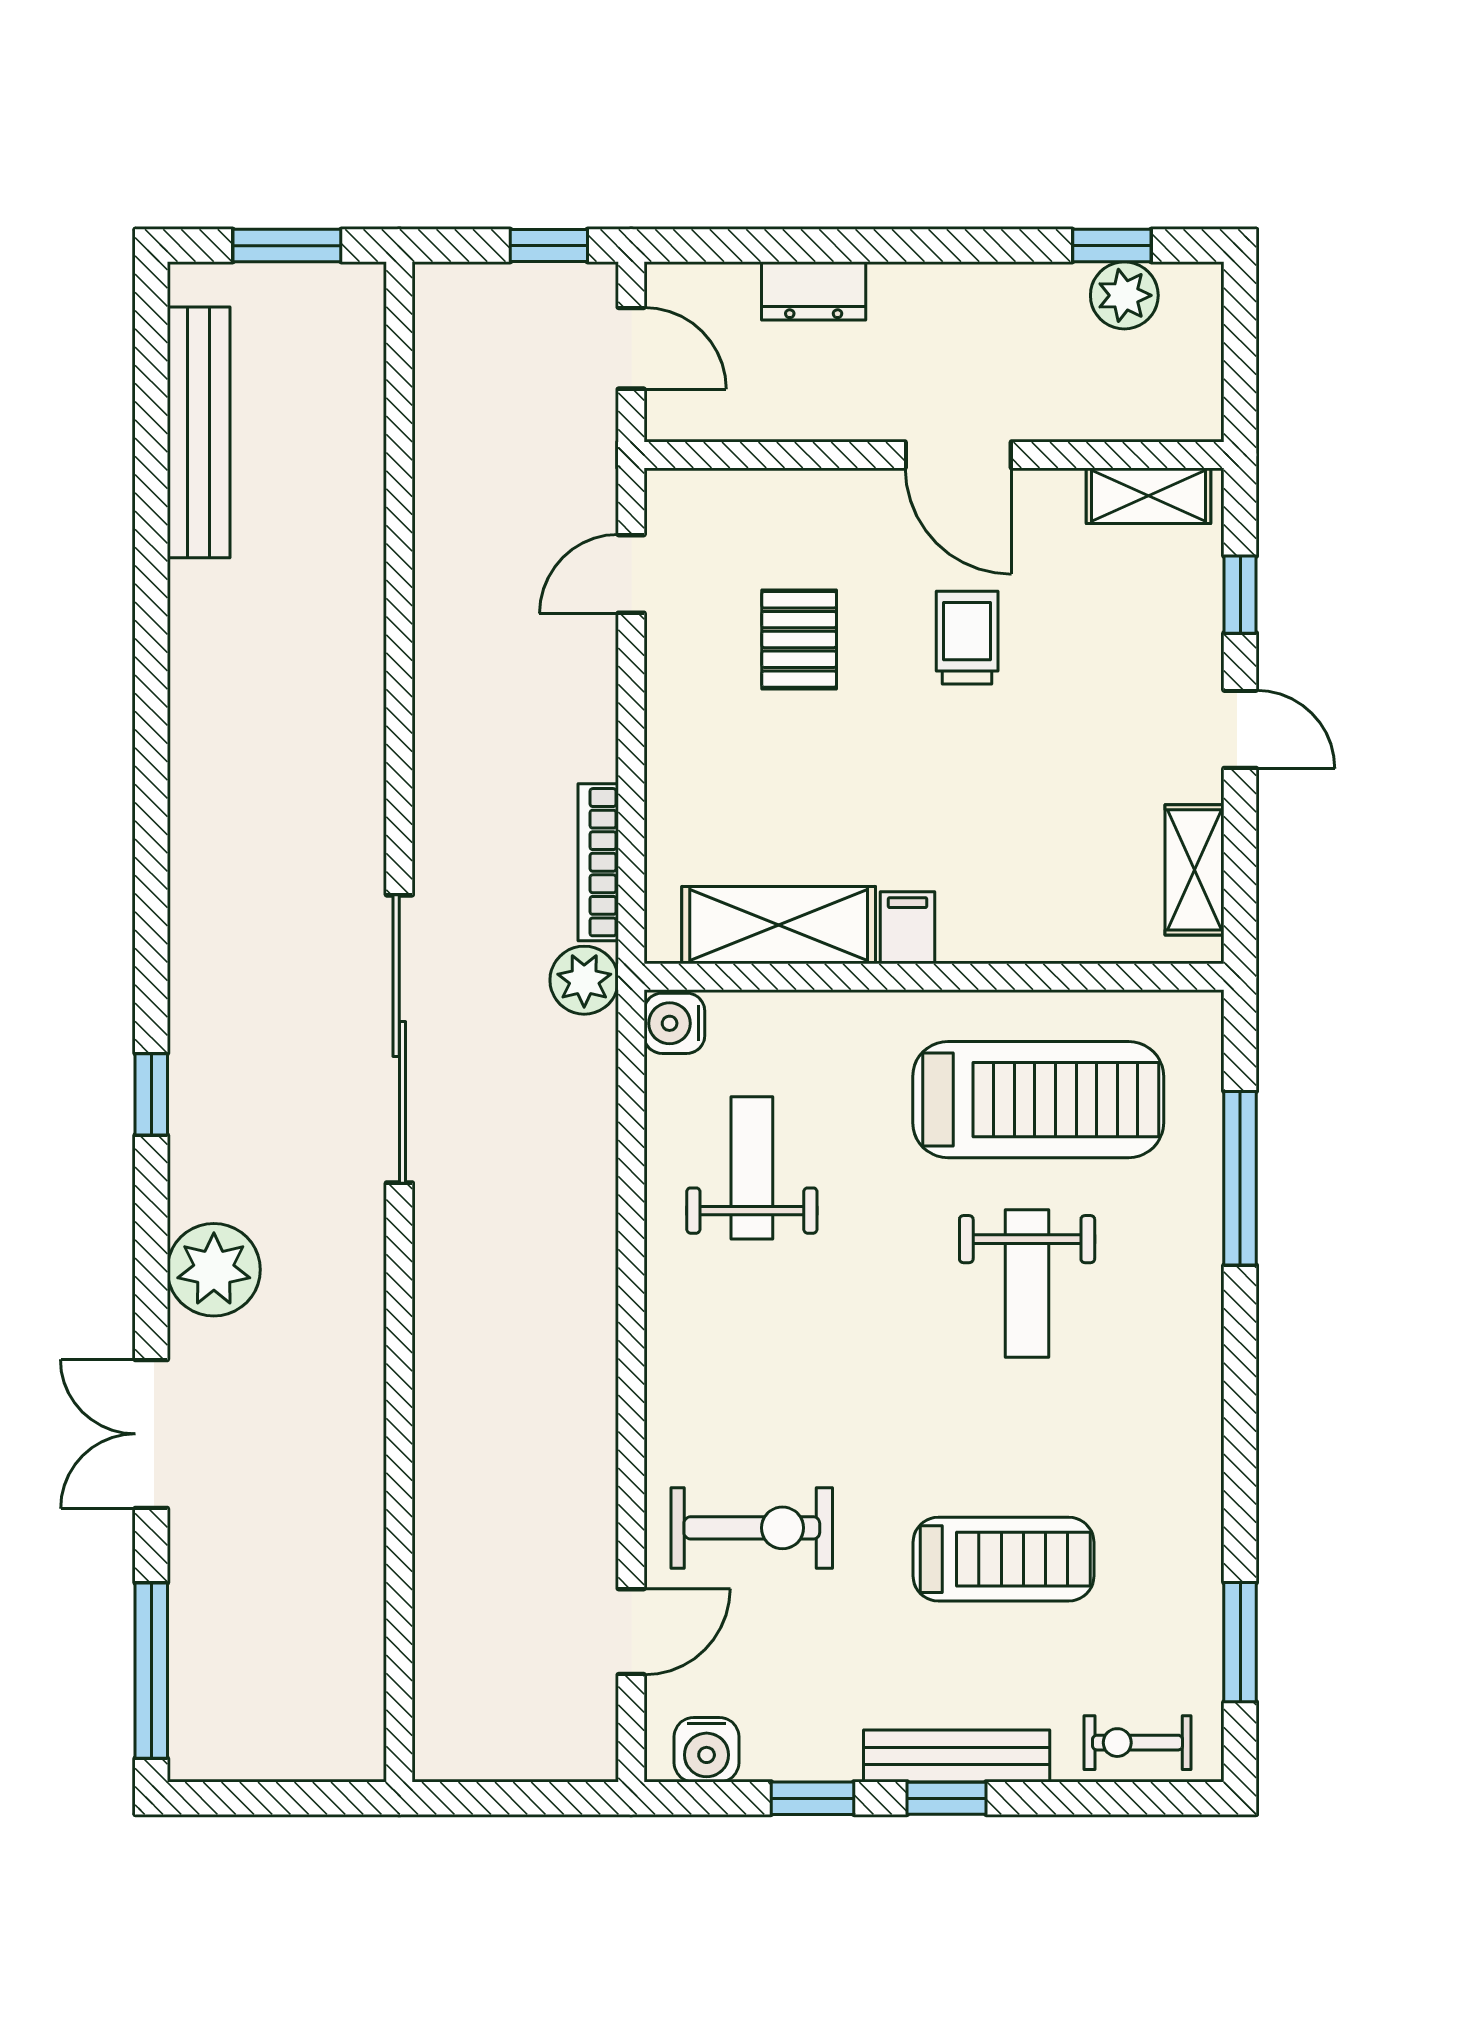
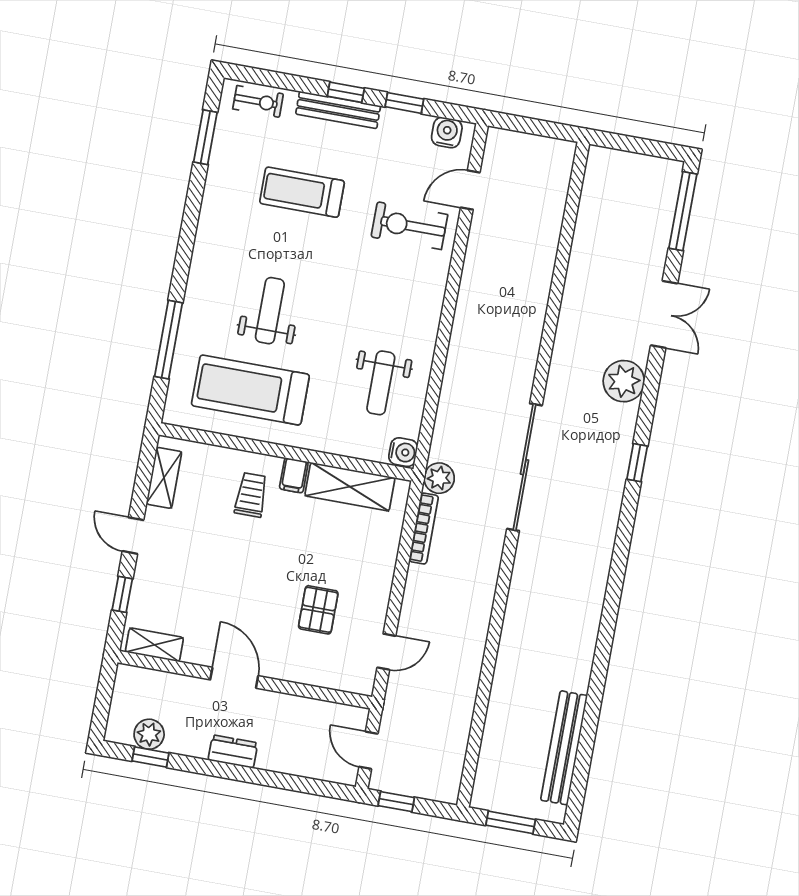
dresser: (814, 291) -> (233, 751), moved
trolley: (967, 638) -> (251, 495), moved, turned 180

